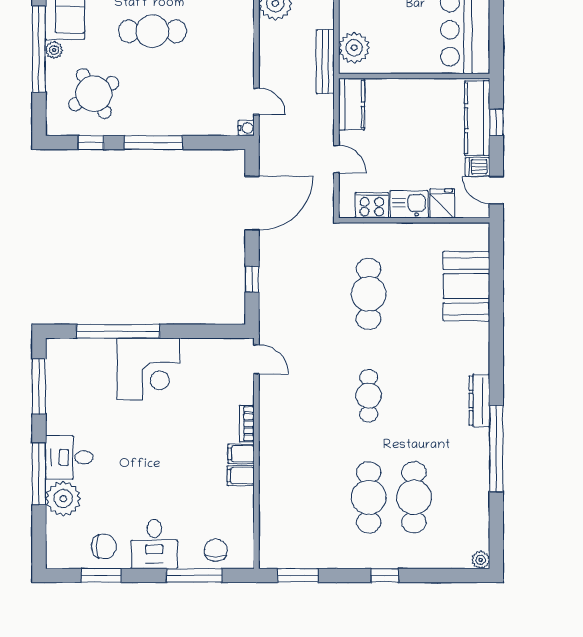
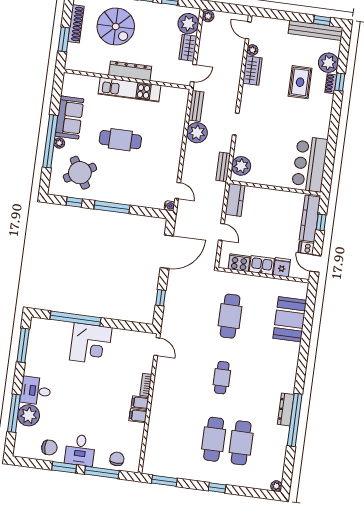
bench: (325, 62) -> (223, 167), width x0.73
dresser: (479, 400) -> (286, 409), moved
window: (39, 474) -> (14, 413), moved
window: (101, 575) -> (64, 467), moved

